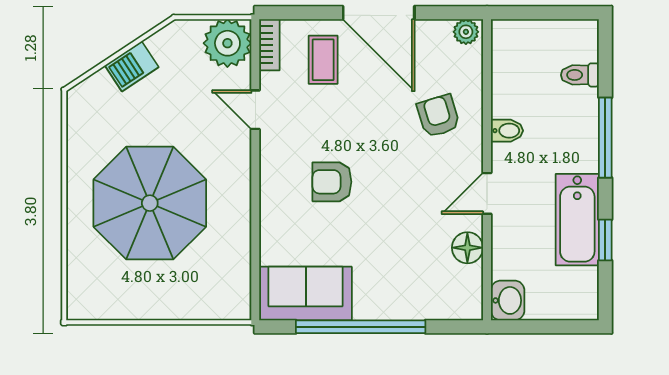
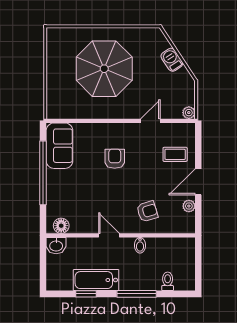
door: (379, 13) -> (198, 182), width x0.73
plant: (466, 32) -> (189, 206), moved
plant: (227, 43) -> (189, 113), width x0.53, depth x0.53
bookcase: (269, 45) -> (182, 128), removed
floor lamp: (467, 248) -> (61, 226), moved

